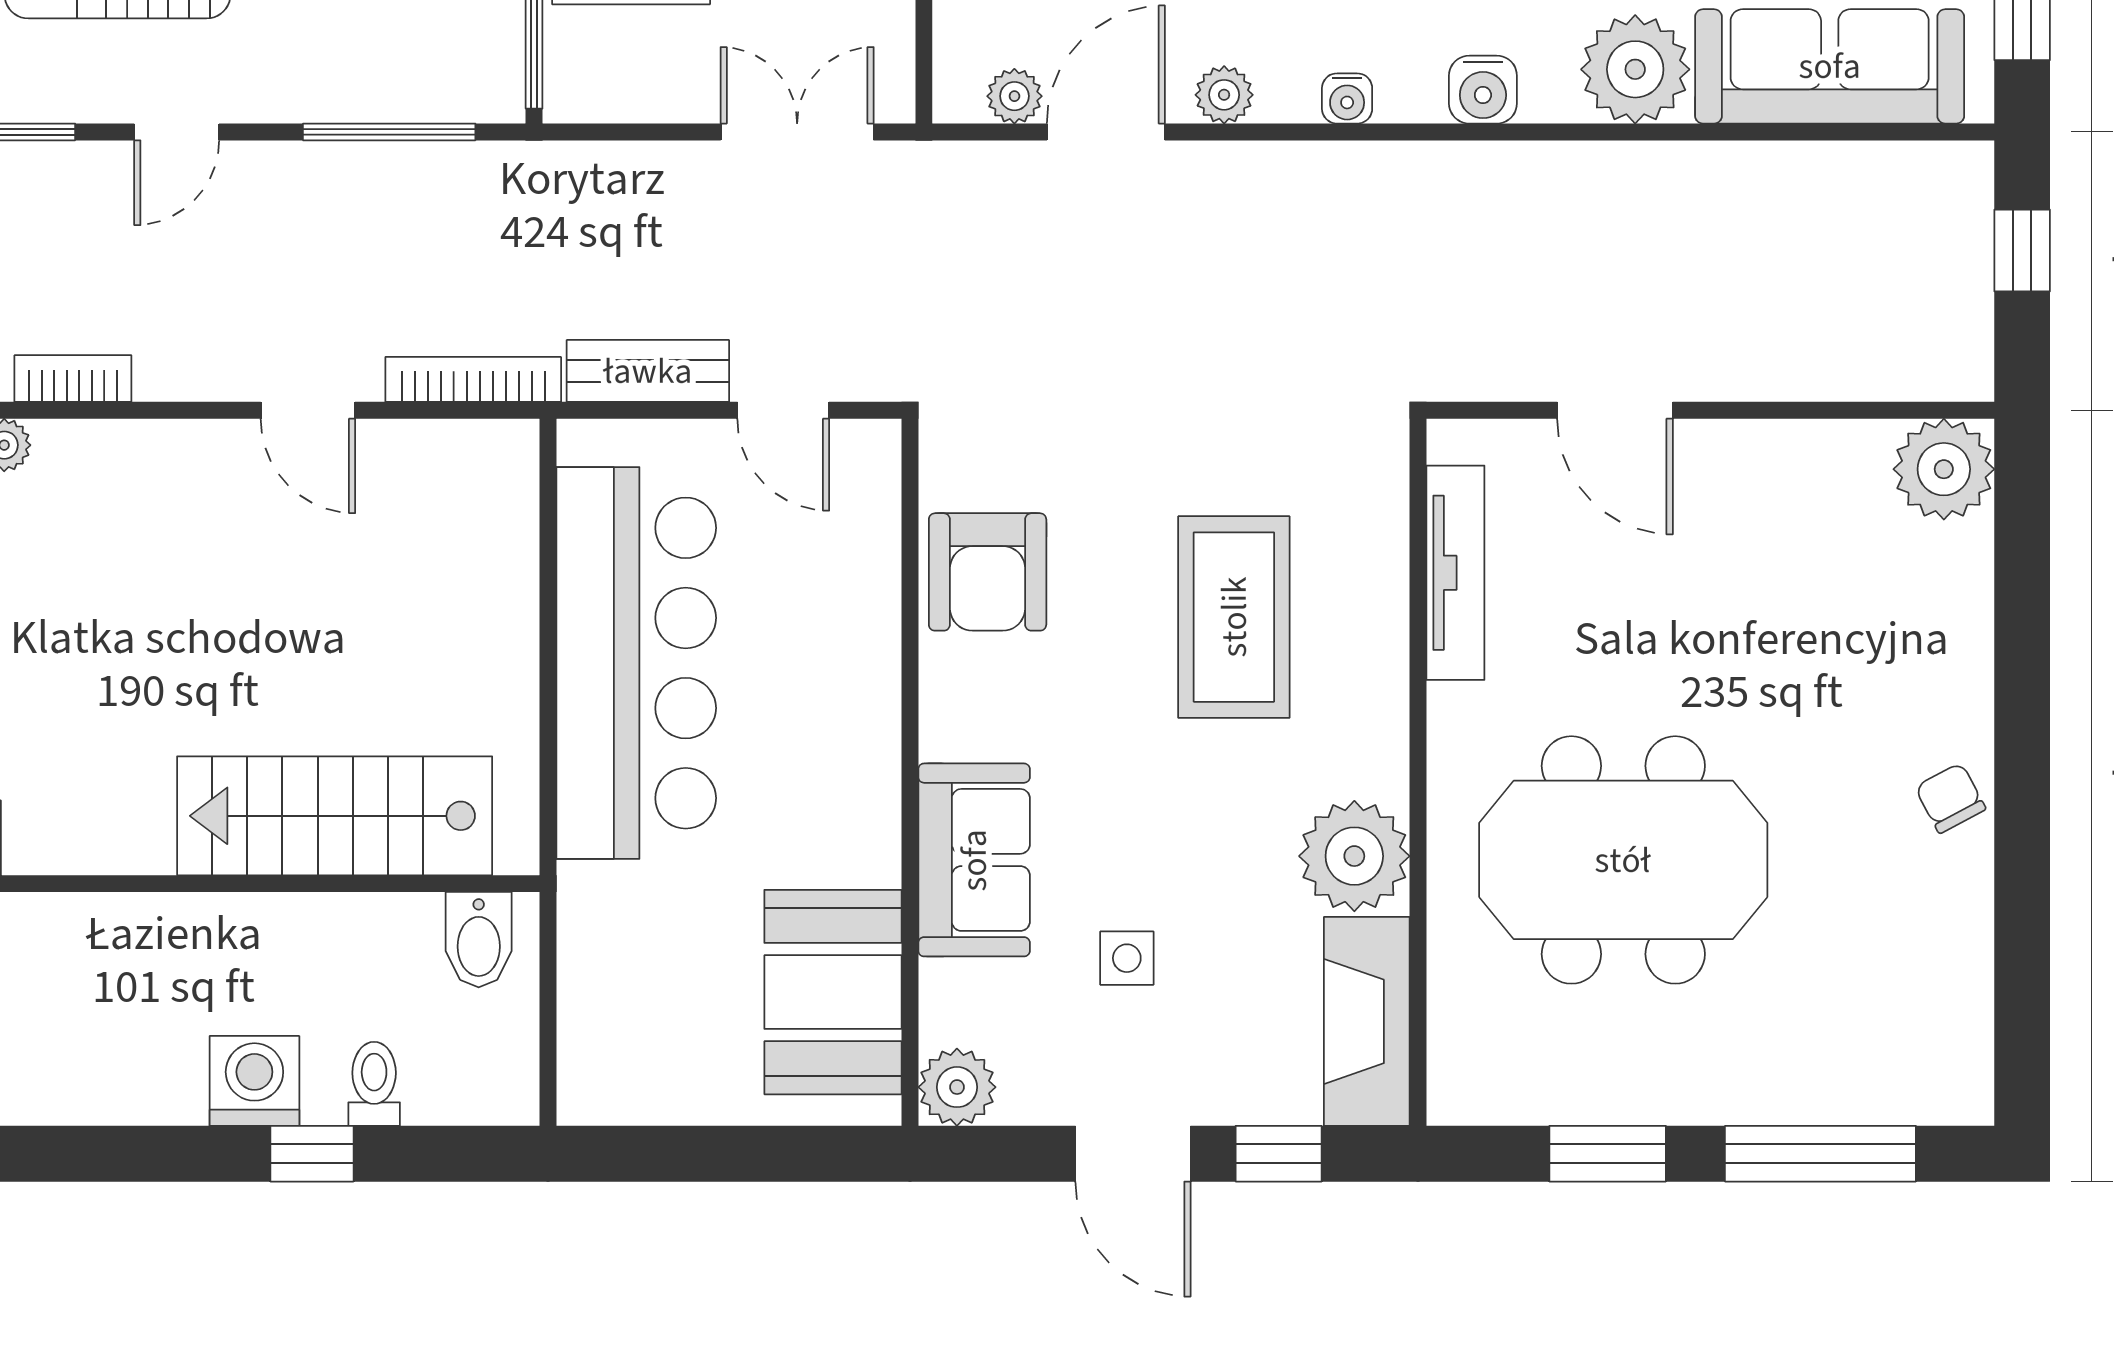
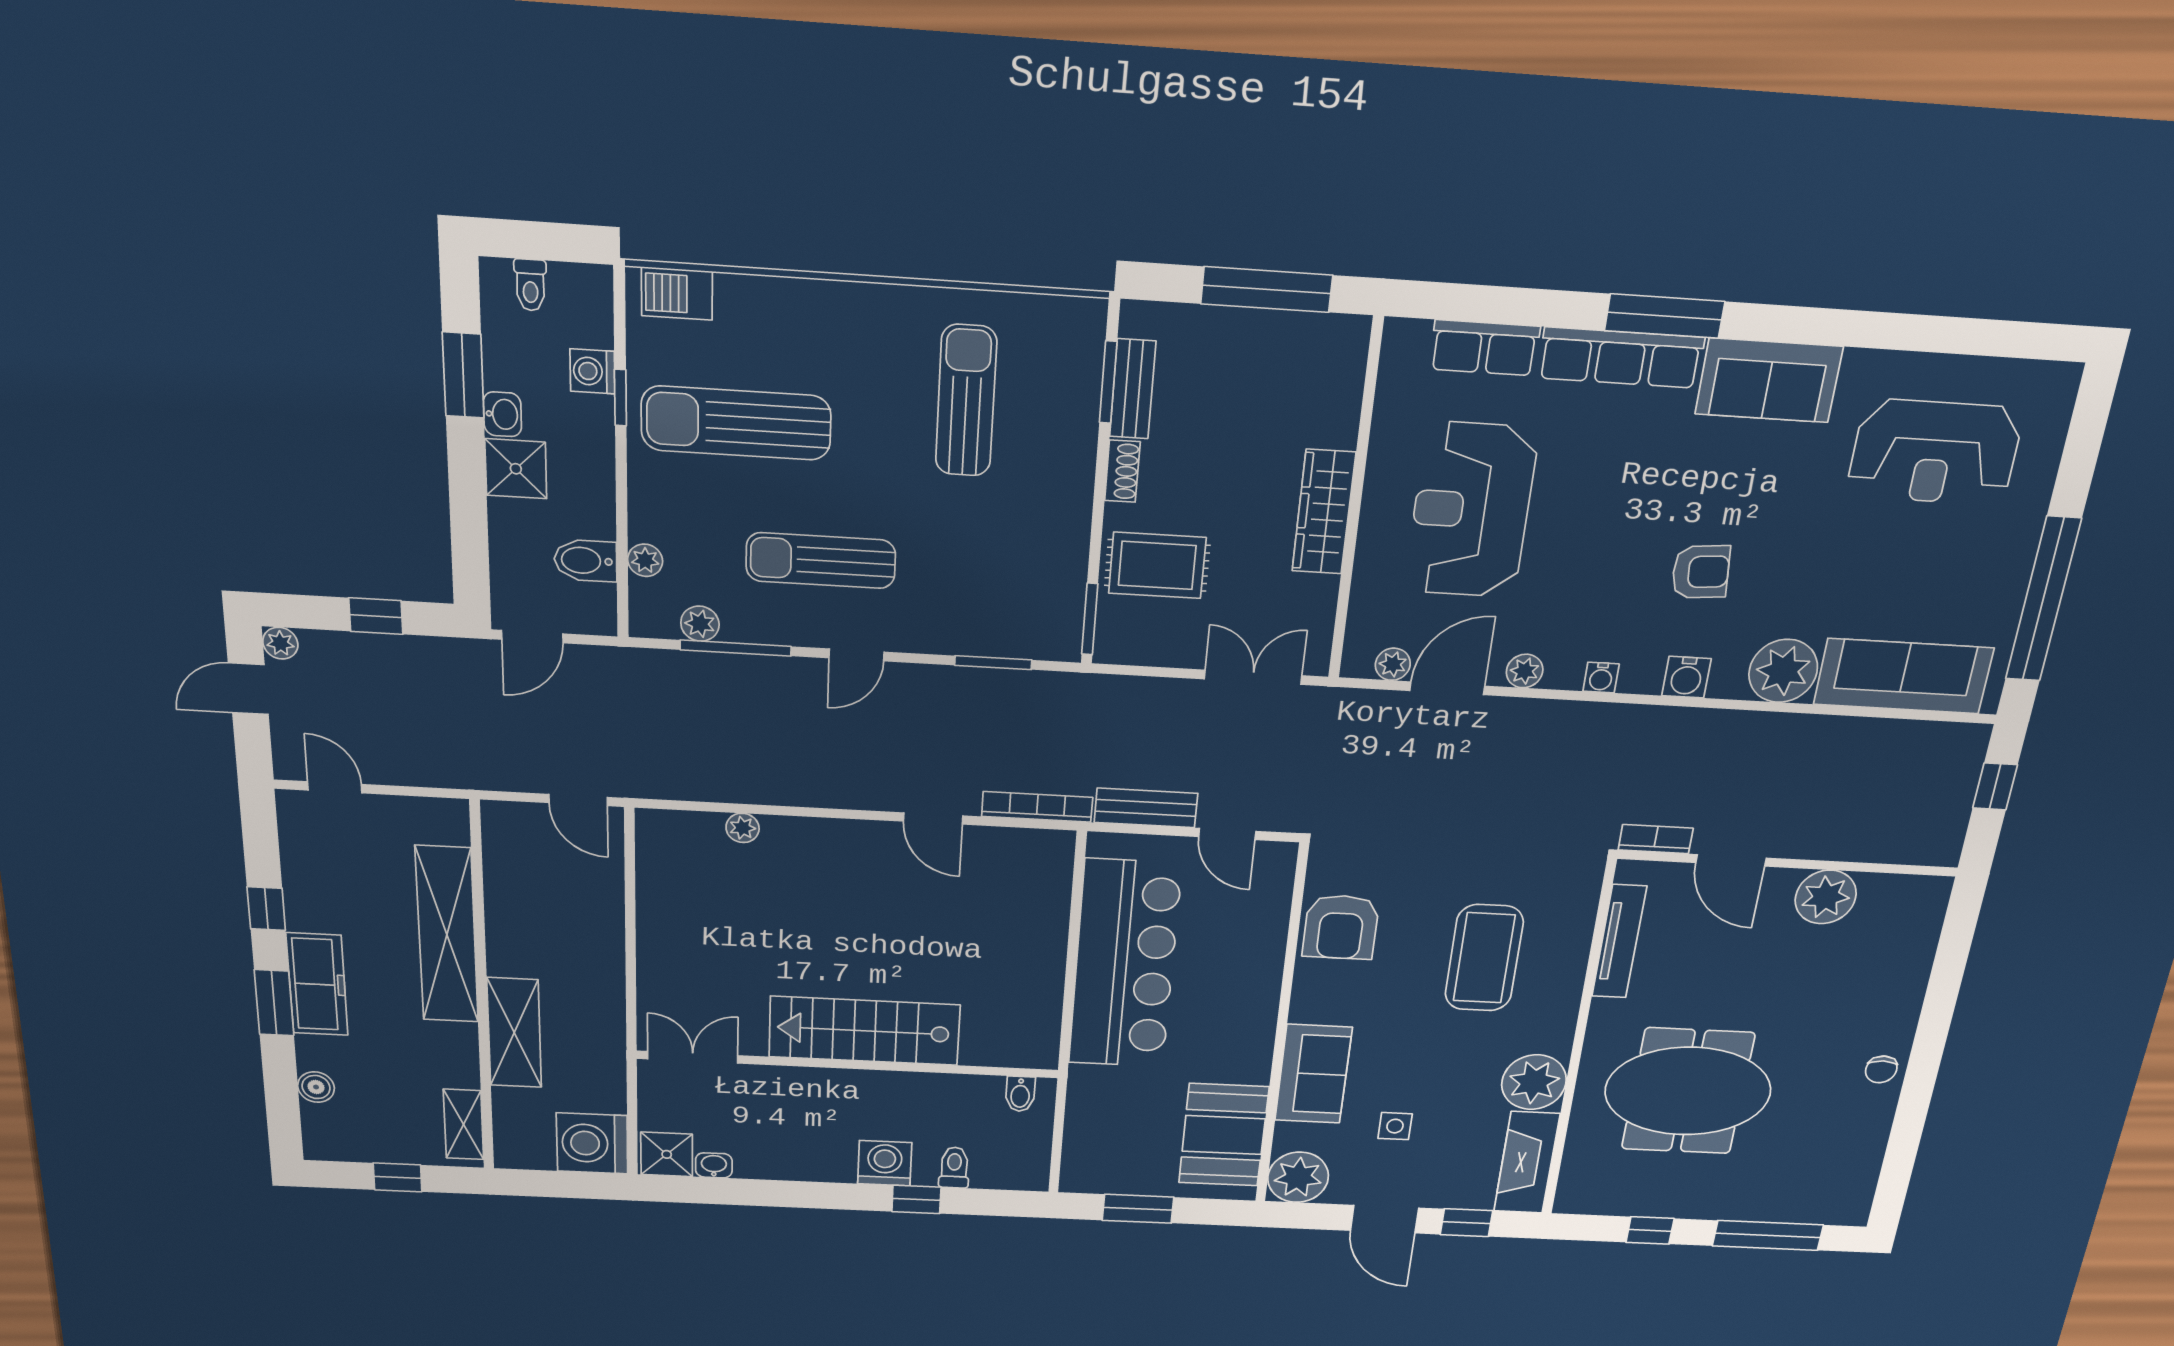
window: (389, 132) -> (993, 663), width x0.69
bookcase: (73, 379) -> (1656, 839), moved
plant: (1944, 469) -> (1826, 897), moved
chair: (1950, 798) -> (1881, 1069), turned -152
stairs: (335, 816) -> (864, 1031), moved
bidet: (479, 940) -> (1020, 1094), width x0.72, depth x0.74
plant: (957, 1087) -> (1298, 1177), width x1.36, depth x1.36
window: (698, 1154) -> (1138, 1209), added
window: (1608, 1154) -> (1650, 1230), width x0.67

